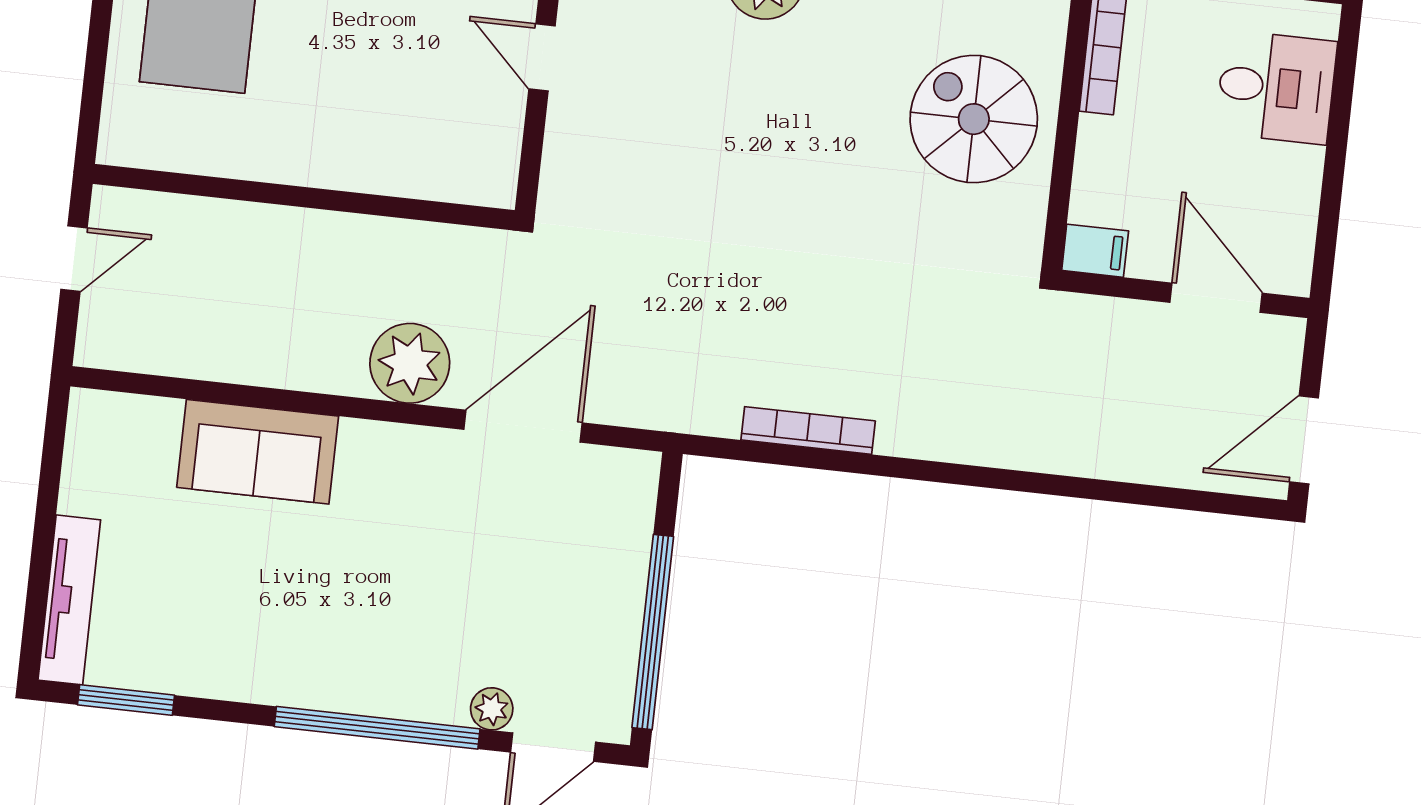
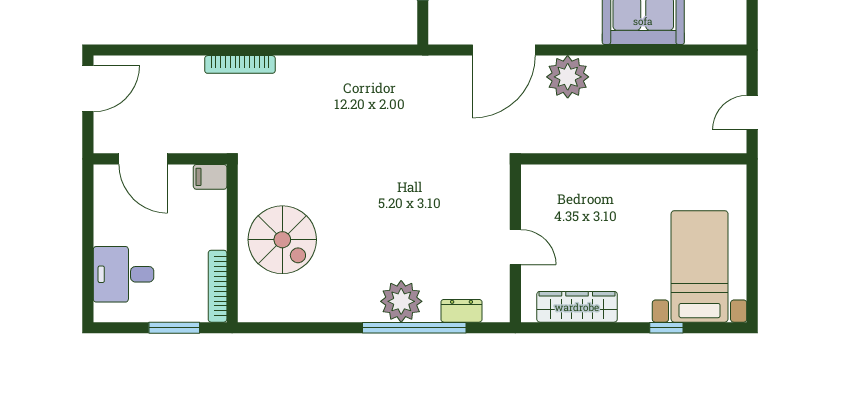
bookcase: (808, 430) -> (240, 64), moved

